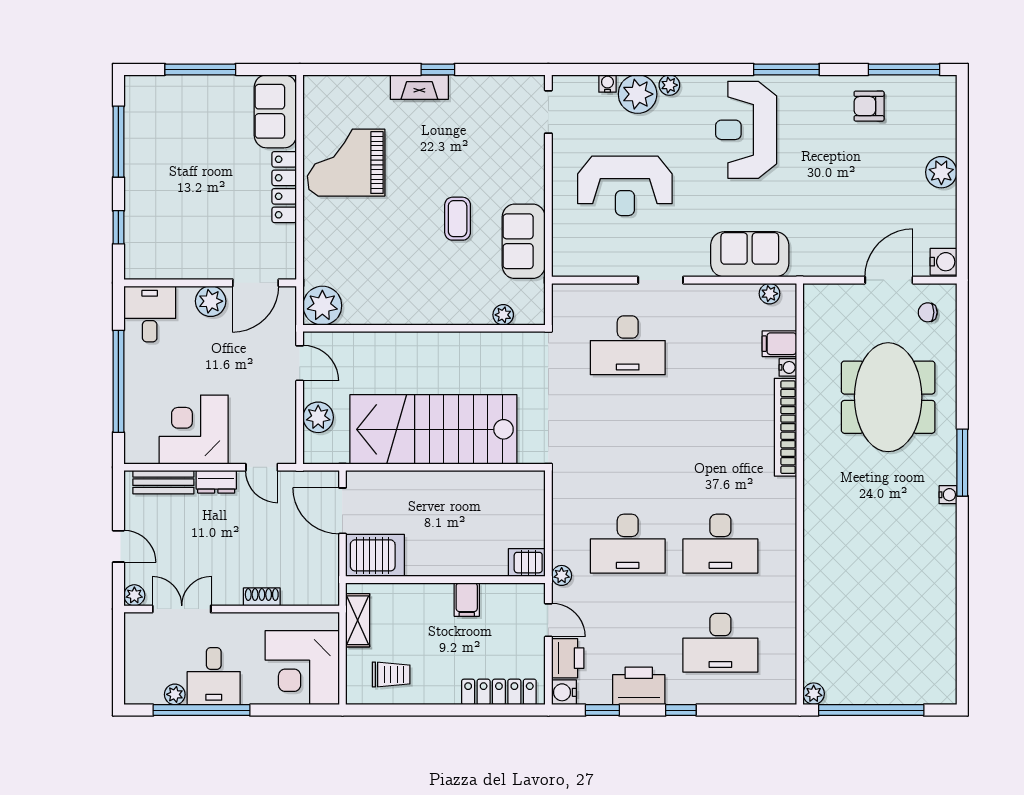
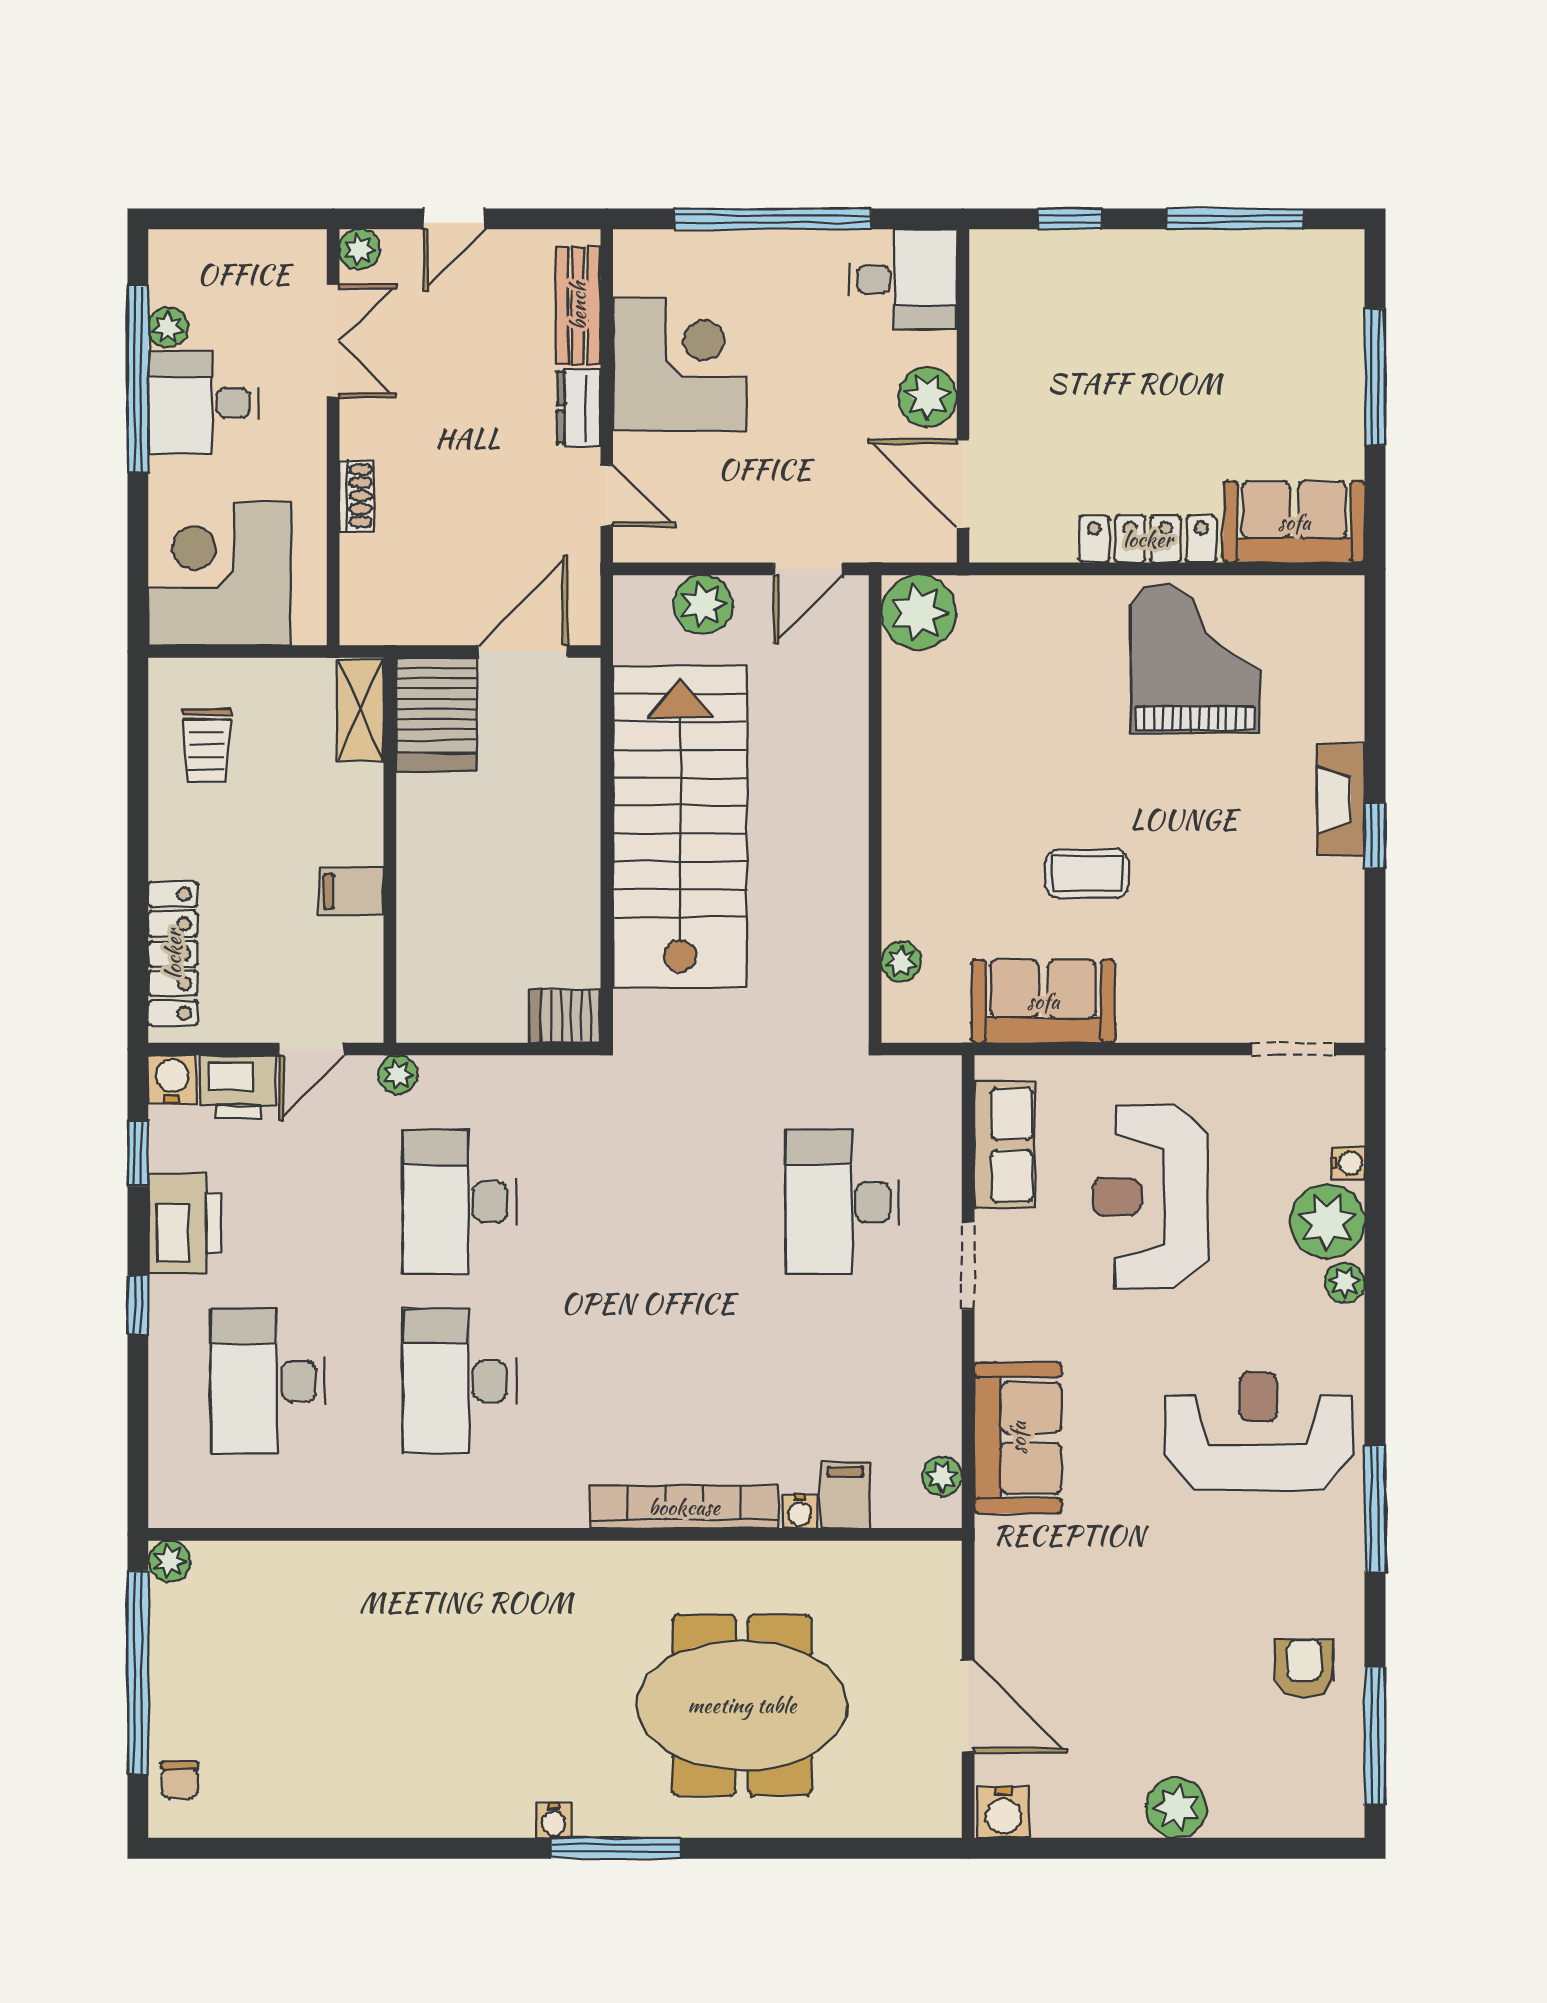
row of seats: (598, 261) -> (1005, 1145), added
chair: (928, 312) -> (180, 1780), moved, turned 180
door: (262, 467) -> (607, 495), swing flipped
server rack: (527, 563) -> (565, 1016), moved, turned -90
shelving: (358, 620) -> (361, 710), moved, turned 90

